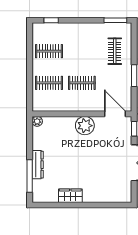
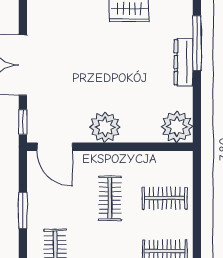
clothes rail: (82, 83) -> (110, 198), turned 90
plant: (37, 121) -> (177, 127), width x1.88, depth x1.88

